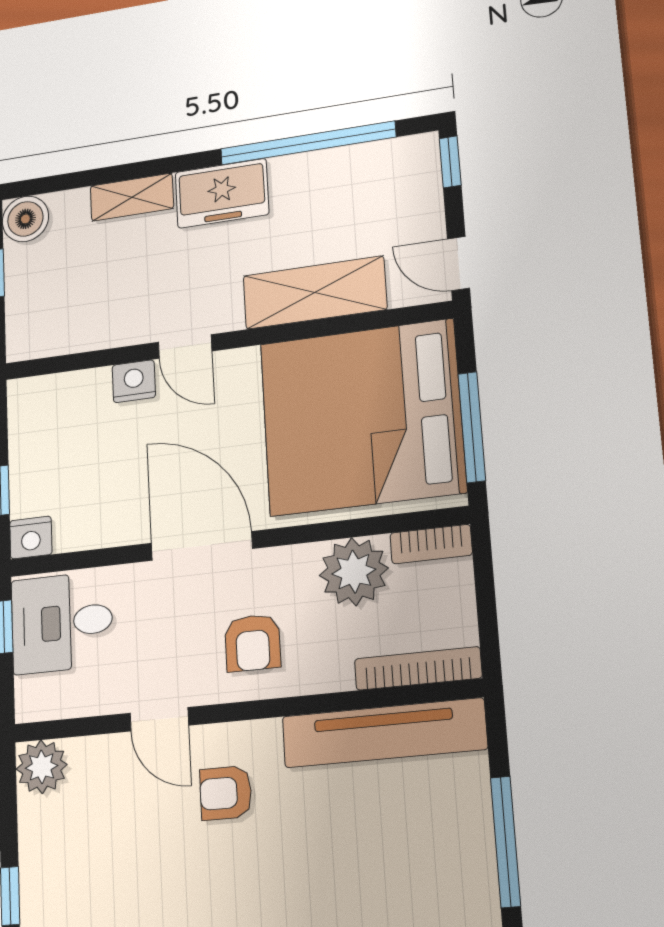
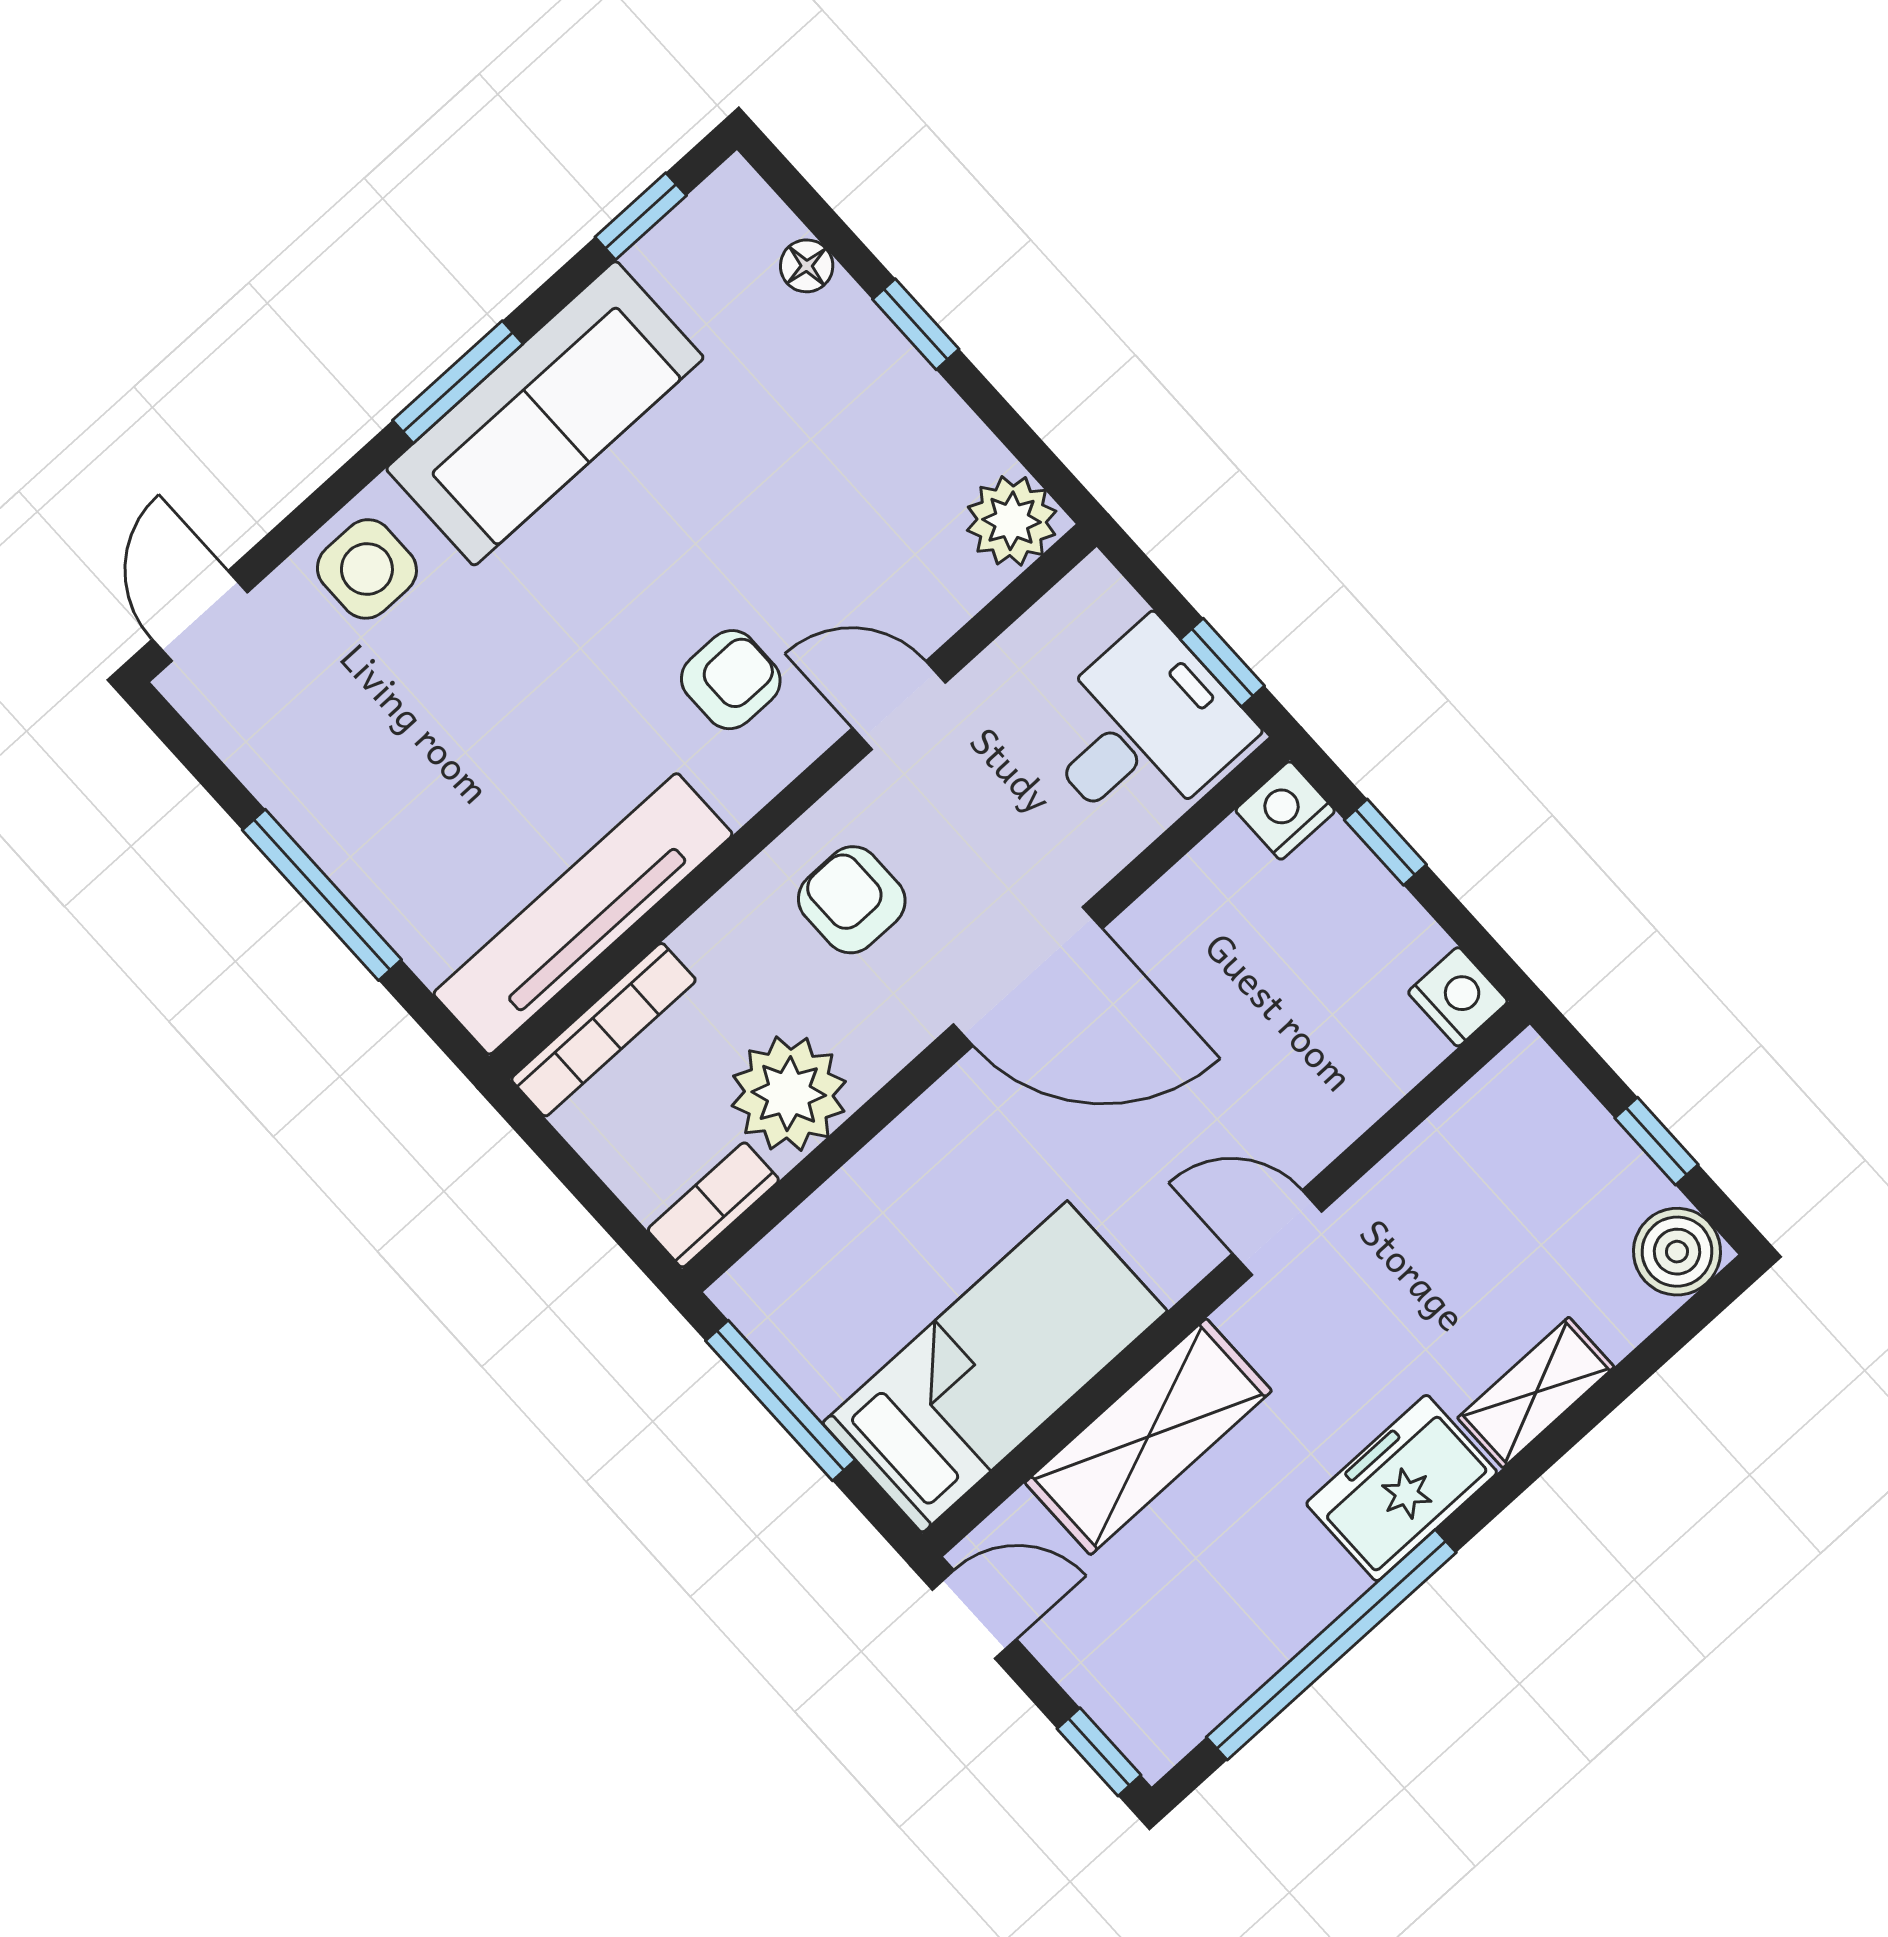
nightstand: (134, 381) -> (1458, 997), moved, turned -90
bed: (362, 417) -> (995, 1367), width x0.49

